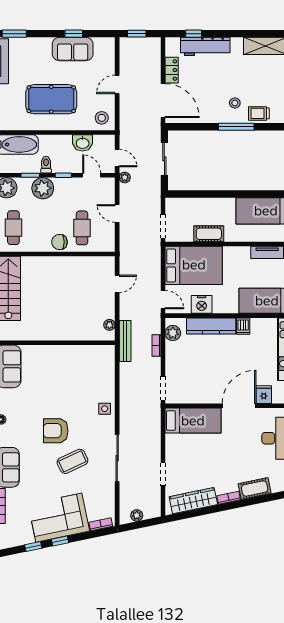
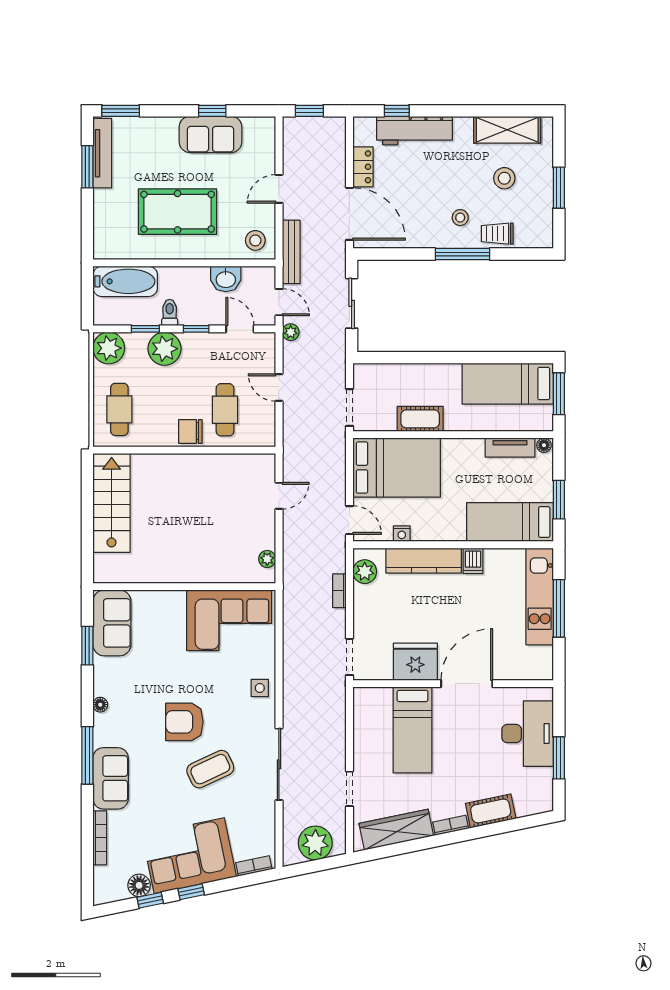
stool: (264, 77) -> (504, 178), added
nightstand: (202, 304) -> (402, 534), width x0.53, depth x0.56
bench: (125, 341) -> (291, 252), moved
corner sofa: (85, 365) -> (229, 620), added
fridge: (264, 395) -> (415, 662), moved, width x1.88, depth x1.34
bed: (193, 421) -> (412, 730), moved, turned 90
plant: (137, 515) -> (315, 843), width x1.88, depth x1.88
floor lamp: (26, 537) -> (139, 885), added

